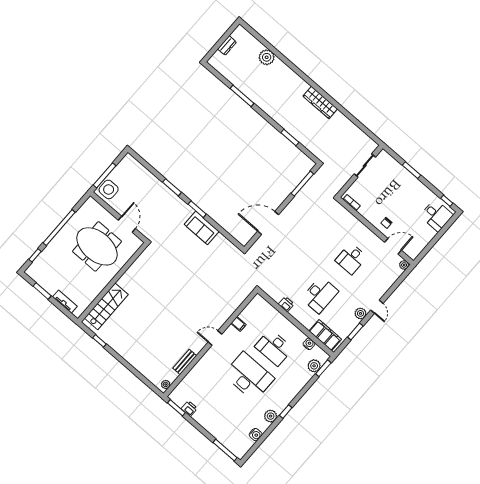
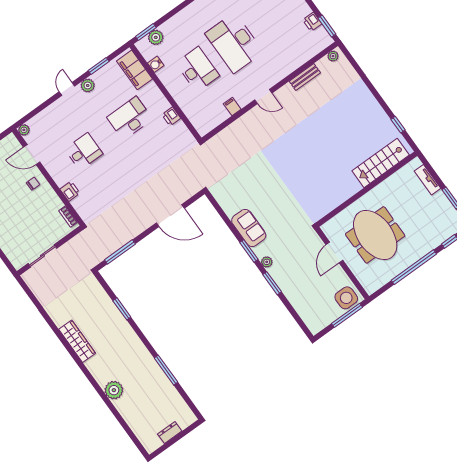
plant: (267, 57) -> (114, 390), moved
plant: (180, 204) -> (267, 262), added
printer: (355, 224) -> (70, 191), added

